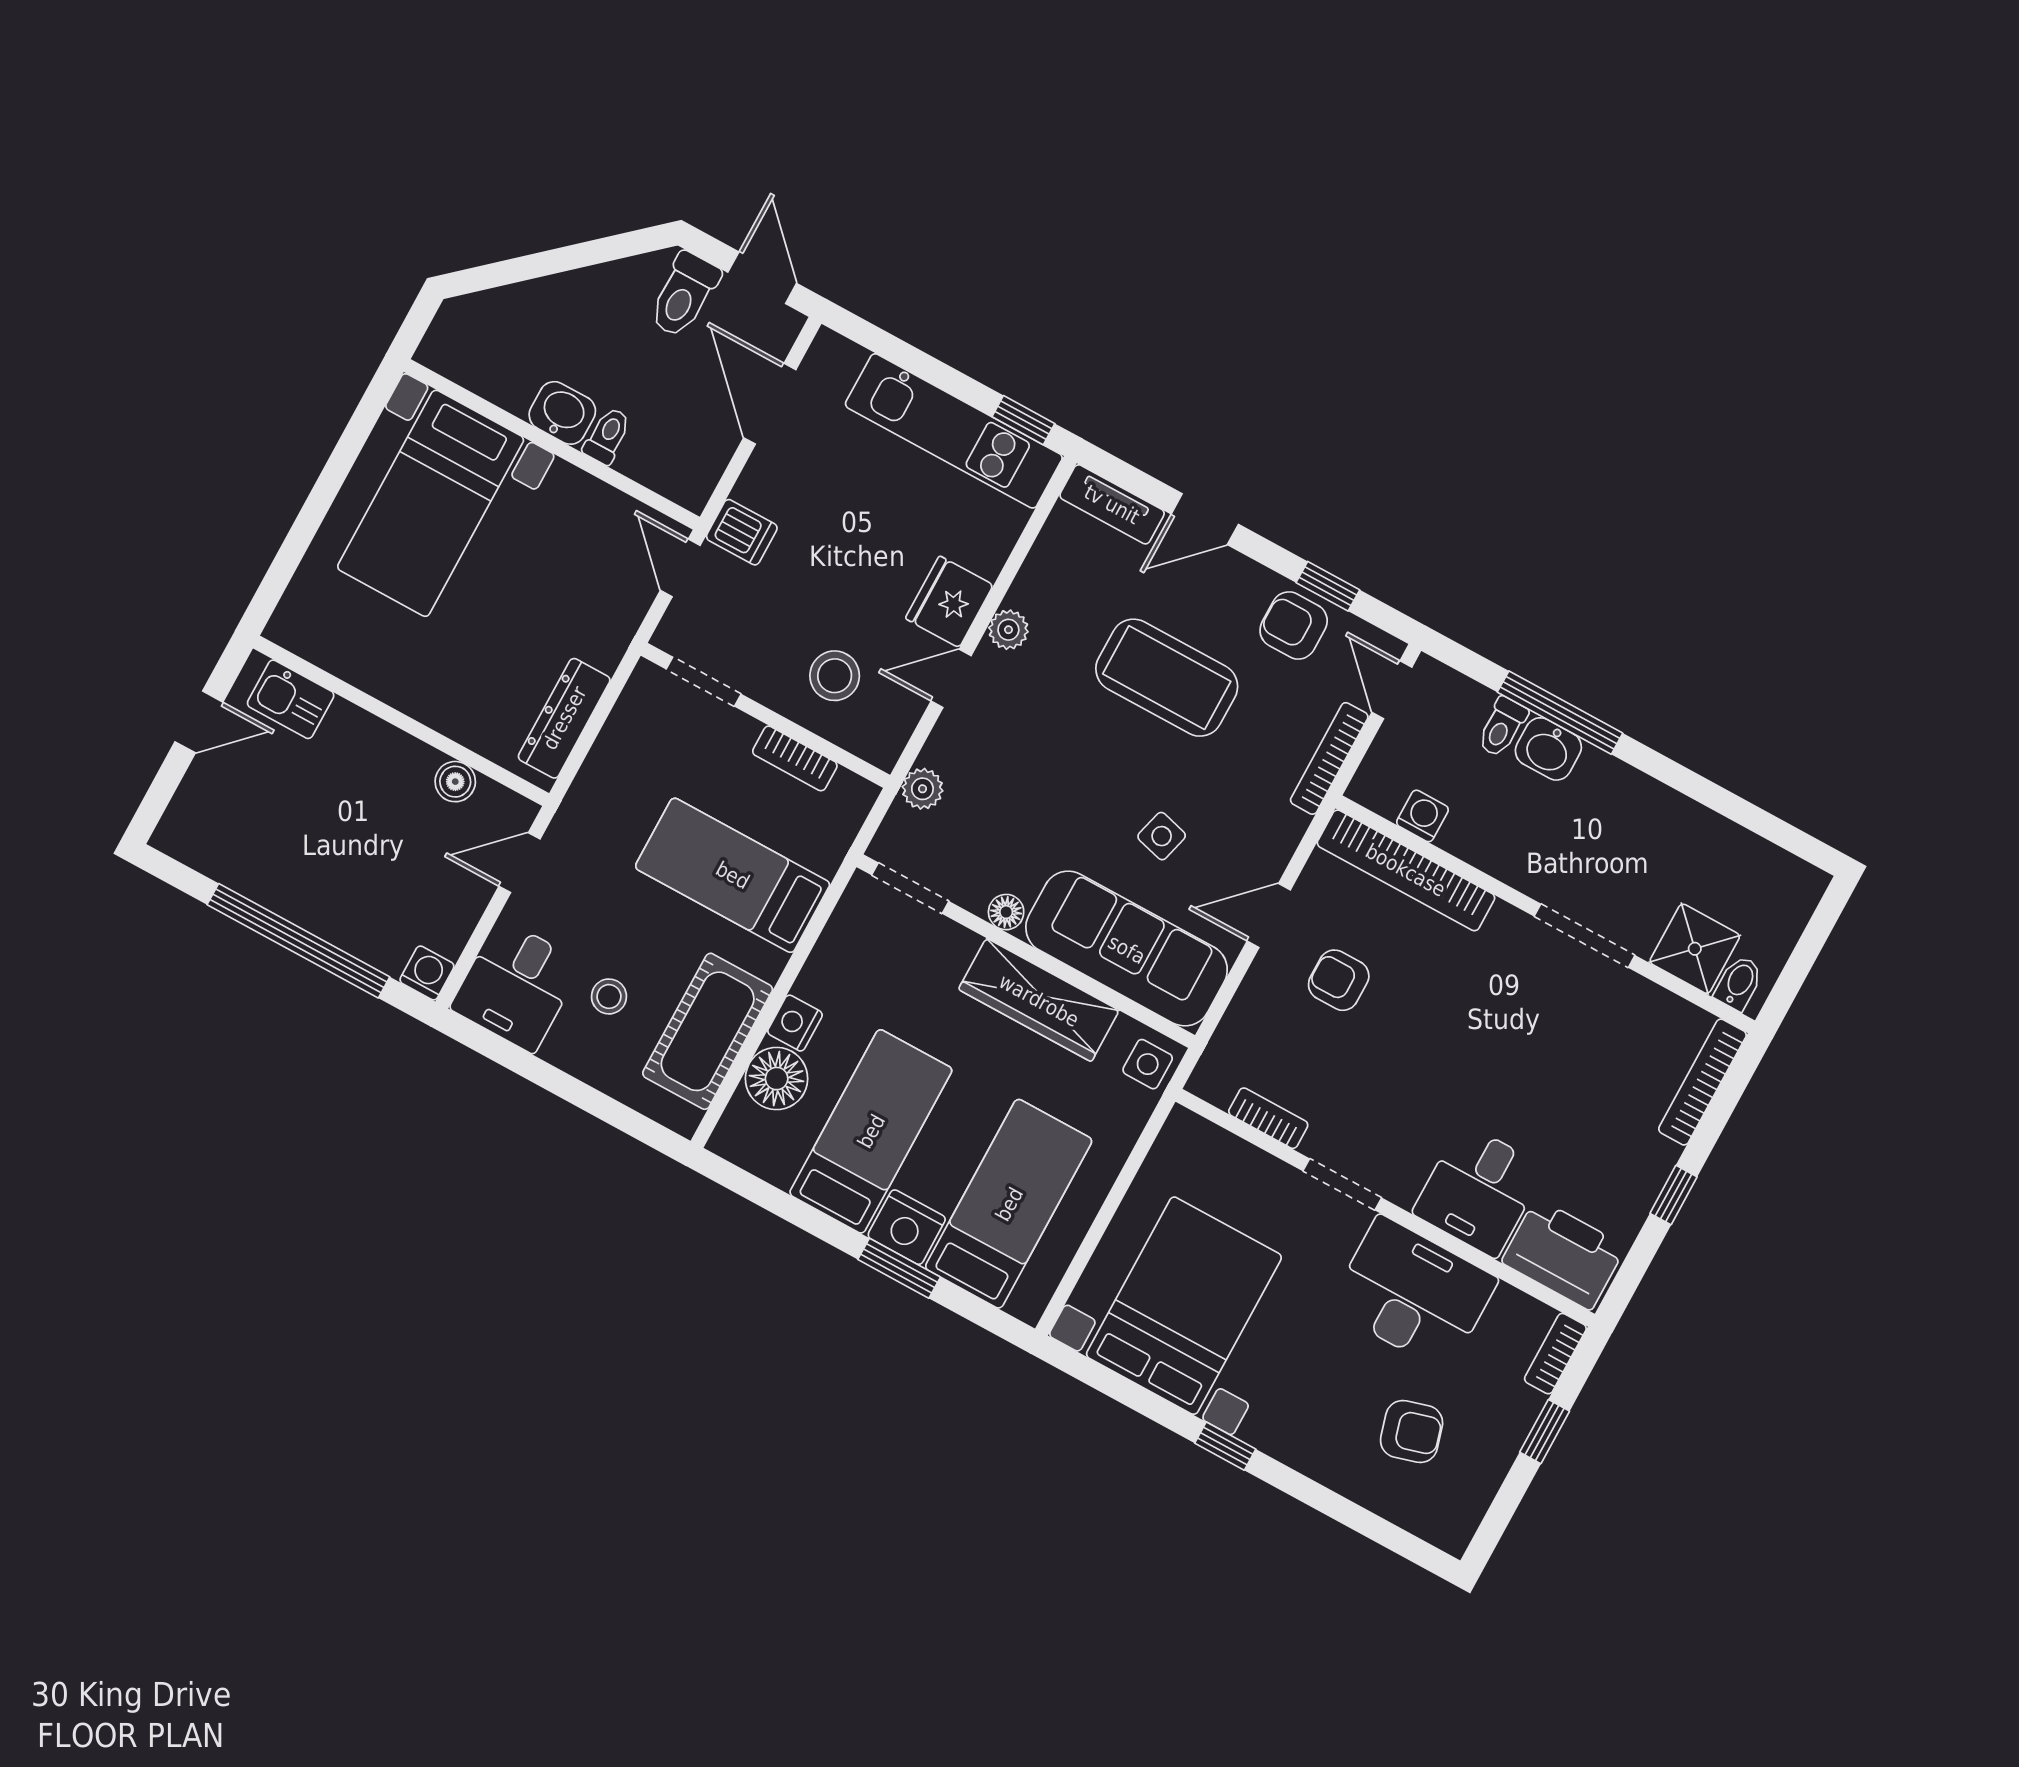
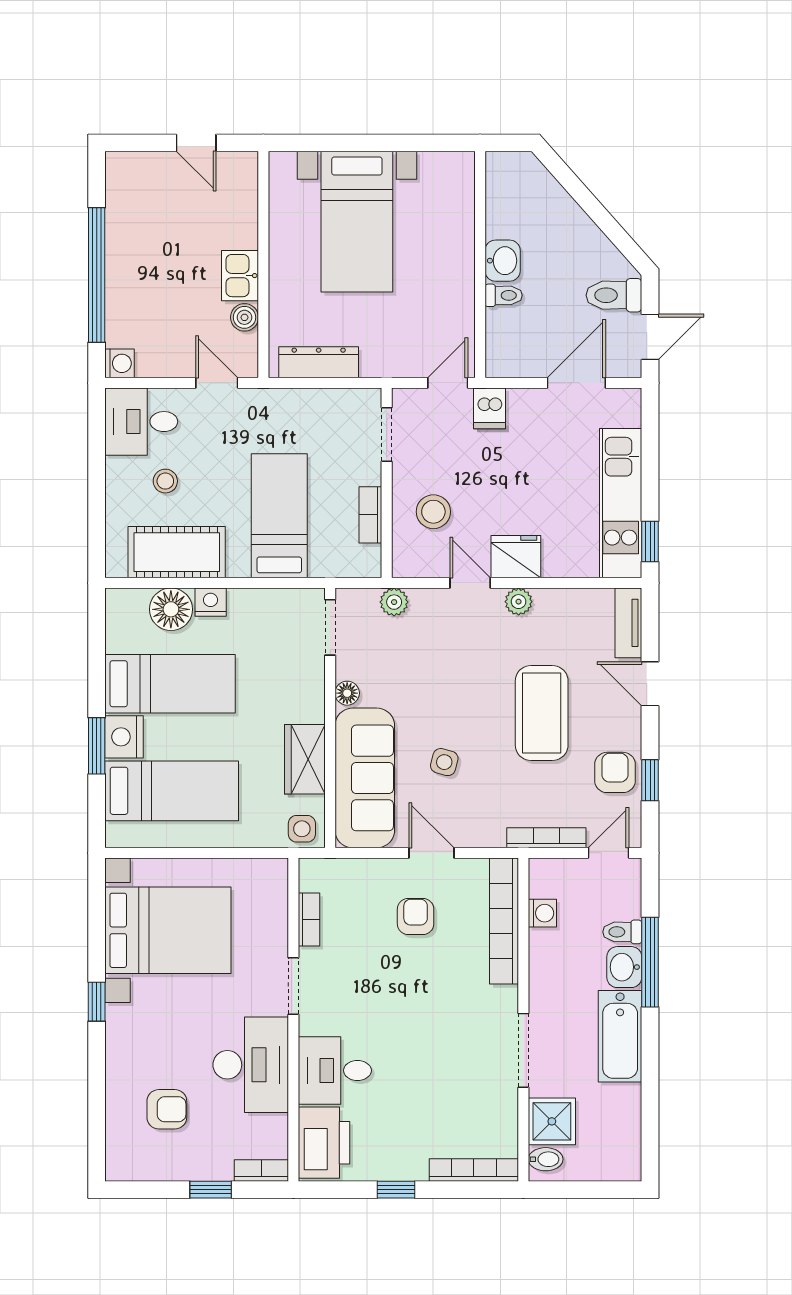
bed with nightstands: (431, 503) -> (357, 222), moved, turned -90
kitchen sink: (291, 699) -> (240, 276), moved
bathtub: (1634, 802) -> (620, 1036), added
wardrobe: (1039, 1000) -> (305, 759), width x0.67
armchair: (1412, 1432) -> (167, 1109), turned -74

